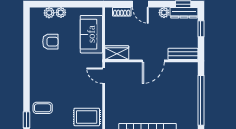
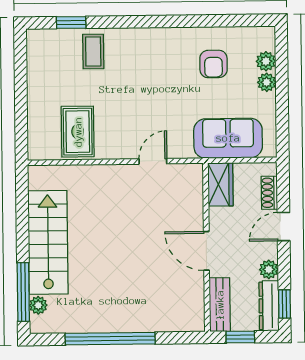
wardrobe: (117, 53) -> (220, 184), moved
bench: (183, 54) -> (220, 305), moved
wall: (151, 61) -> (206, 247), moved
door: (153, 61) -> (206, 251), moved

